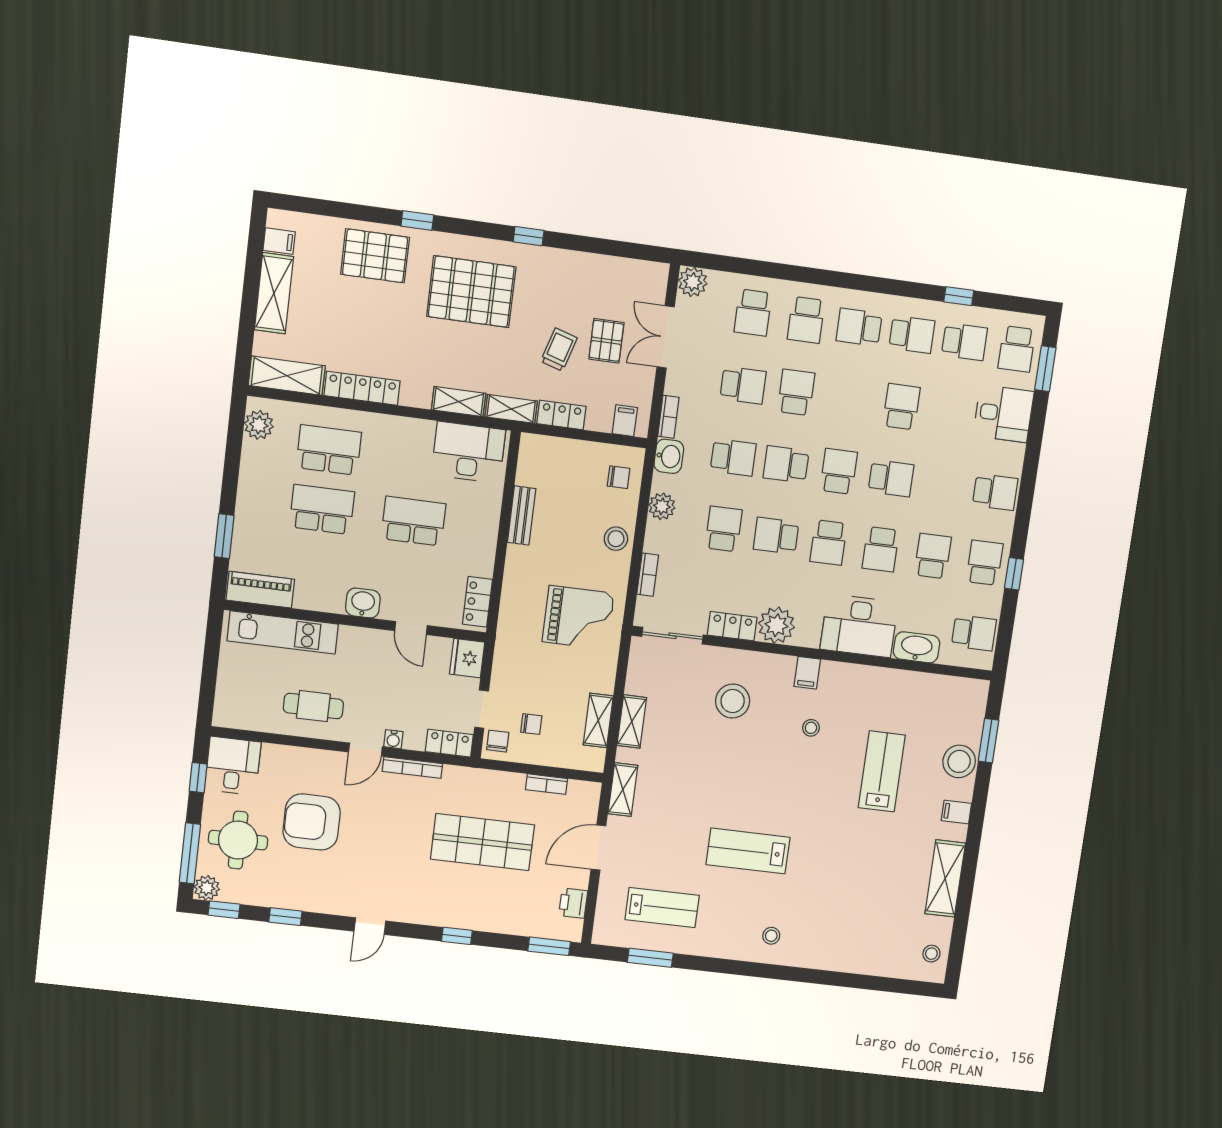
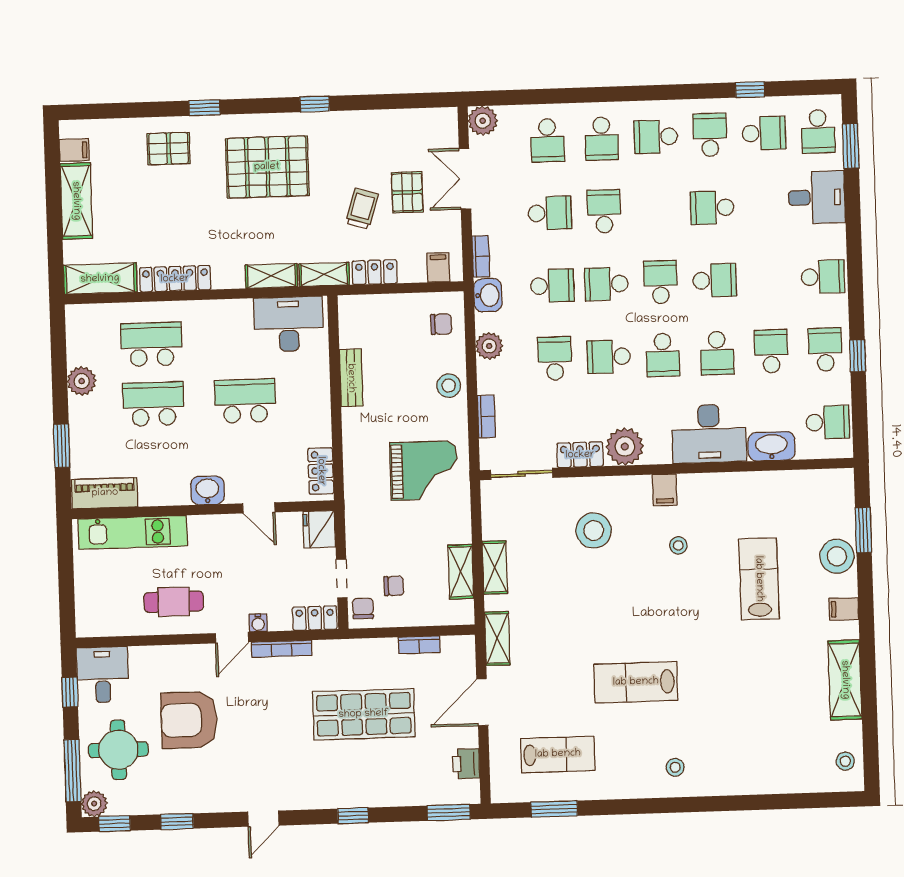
pallet: (375, 256) -> (169, 148), width x0.67, depth x0.71
school desk: (912, 334) -> (710, 135), turned -90
school desk: (901, 407) -> (712, 208), turned -90
plant: (259, 425) -> (82, 381), moved

